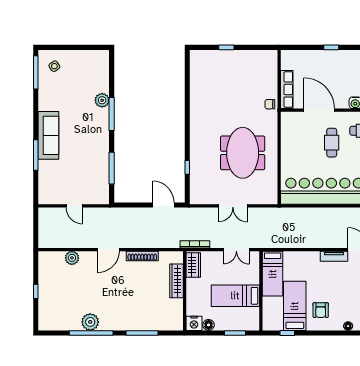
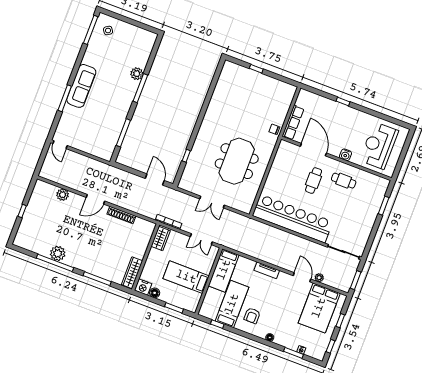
door: (74, 206) -> (60, 145), moved
tv unit: (334, 256) -> (267, 270), moved
wardrobe: (177, 281) -> (132, 273), moved

